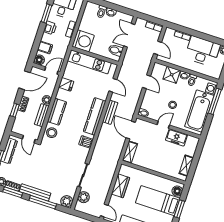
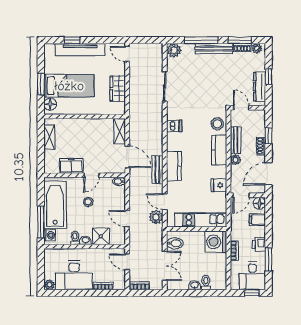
kitchen counter: (95, 116) -> (174, 166), width x0.67
plant: (84, 197) -> (156, 217), moved

